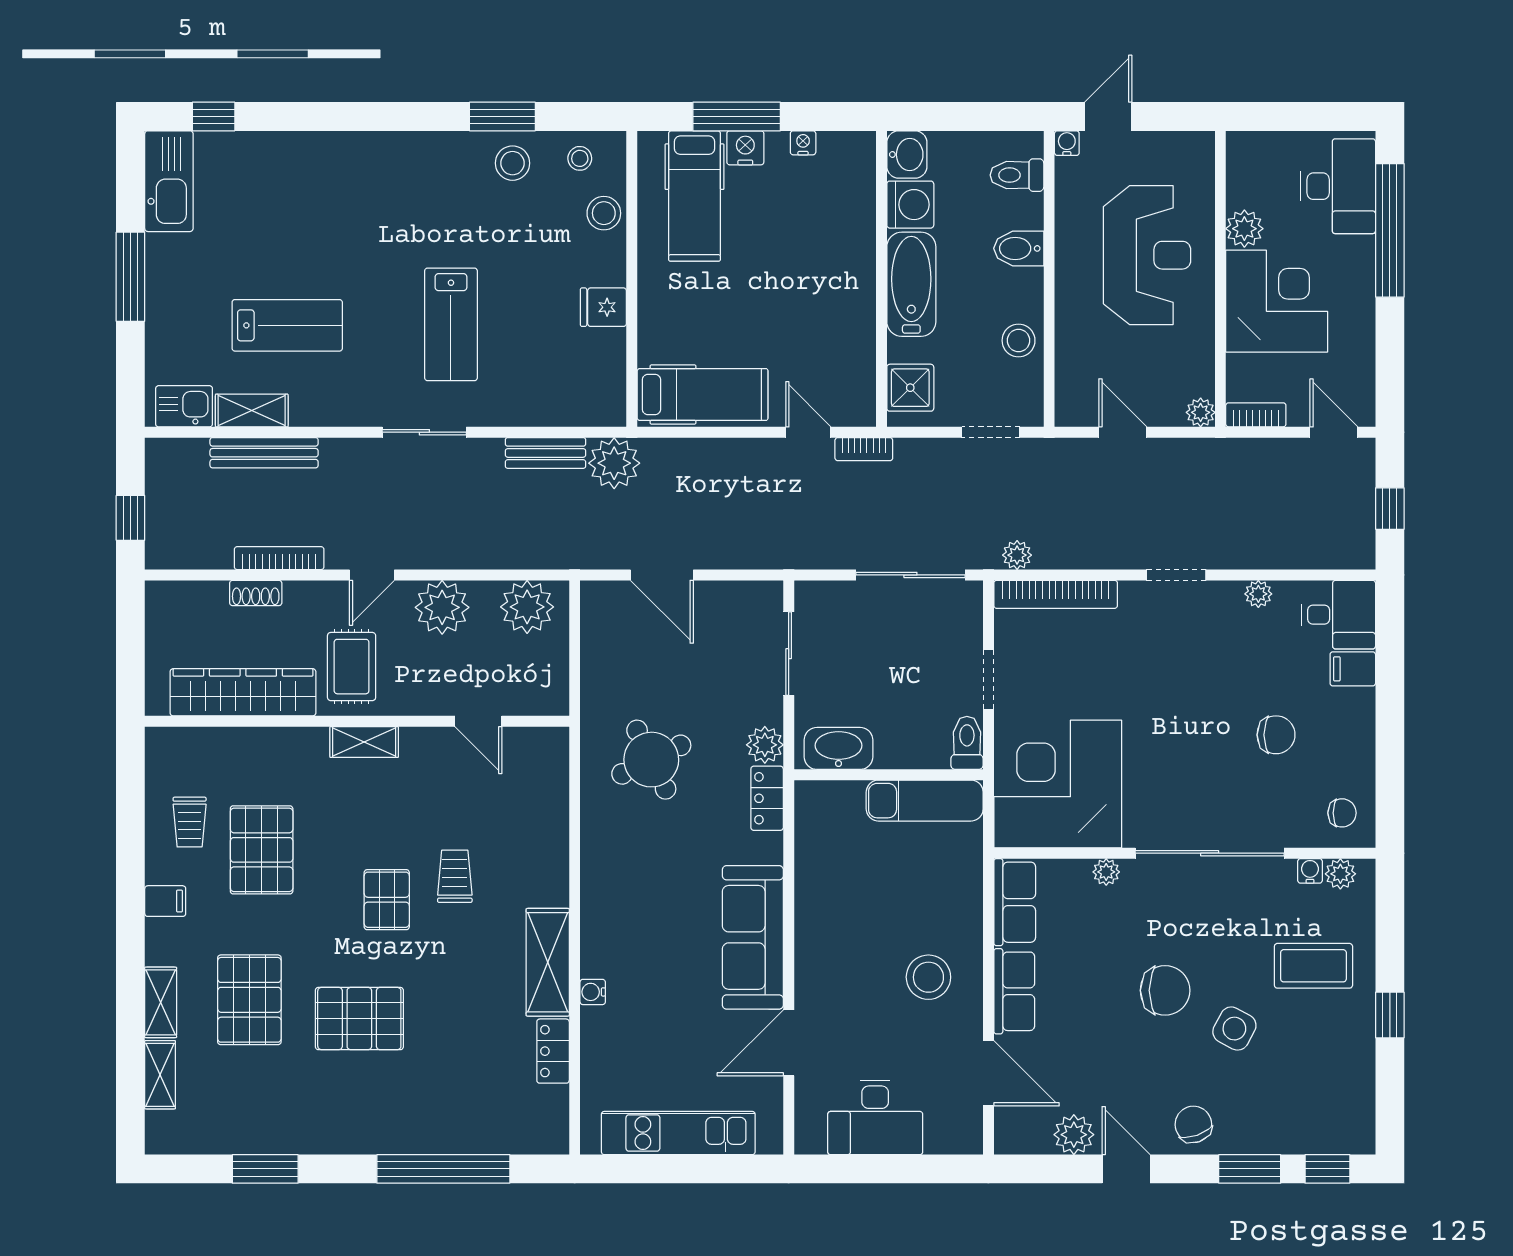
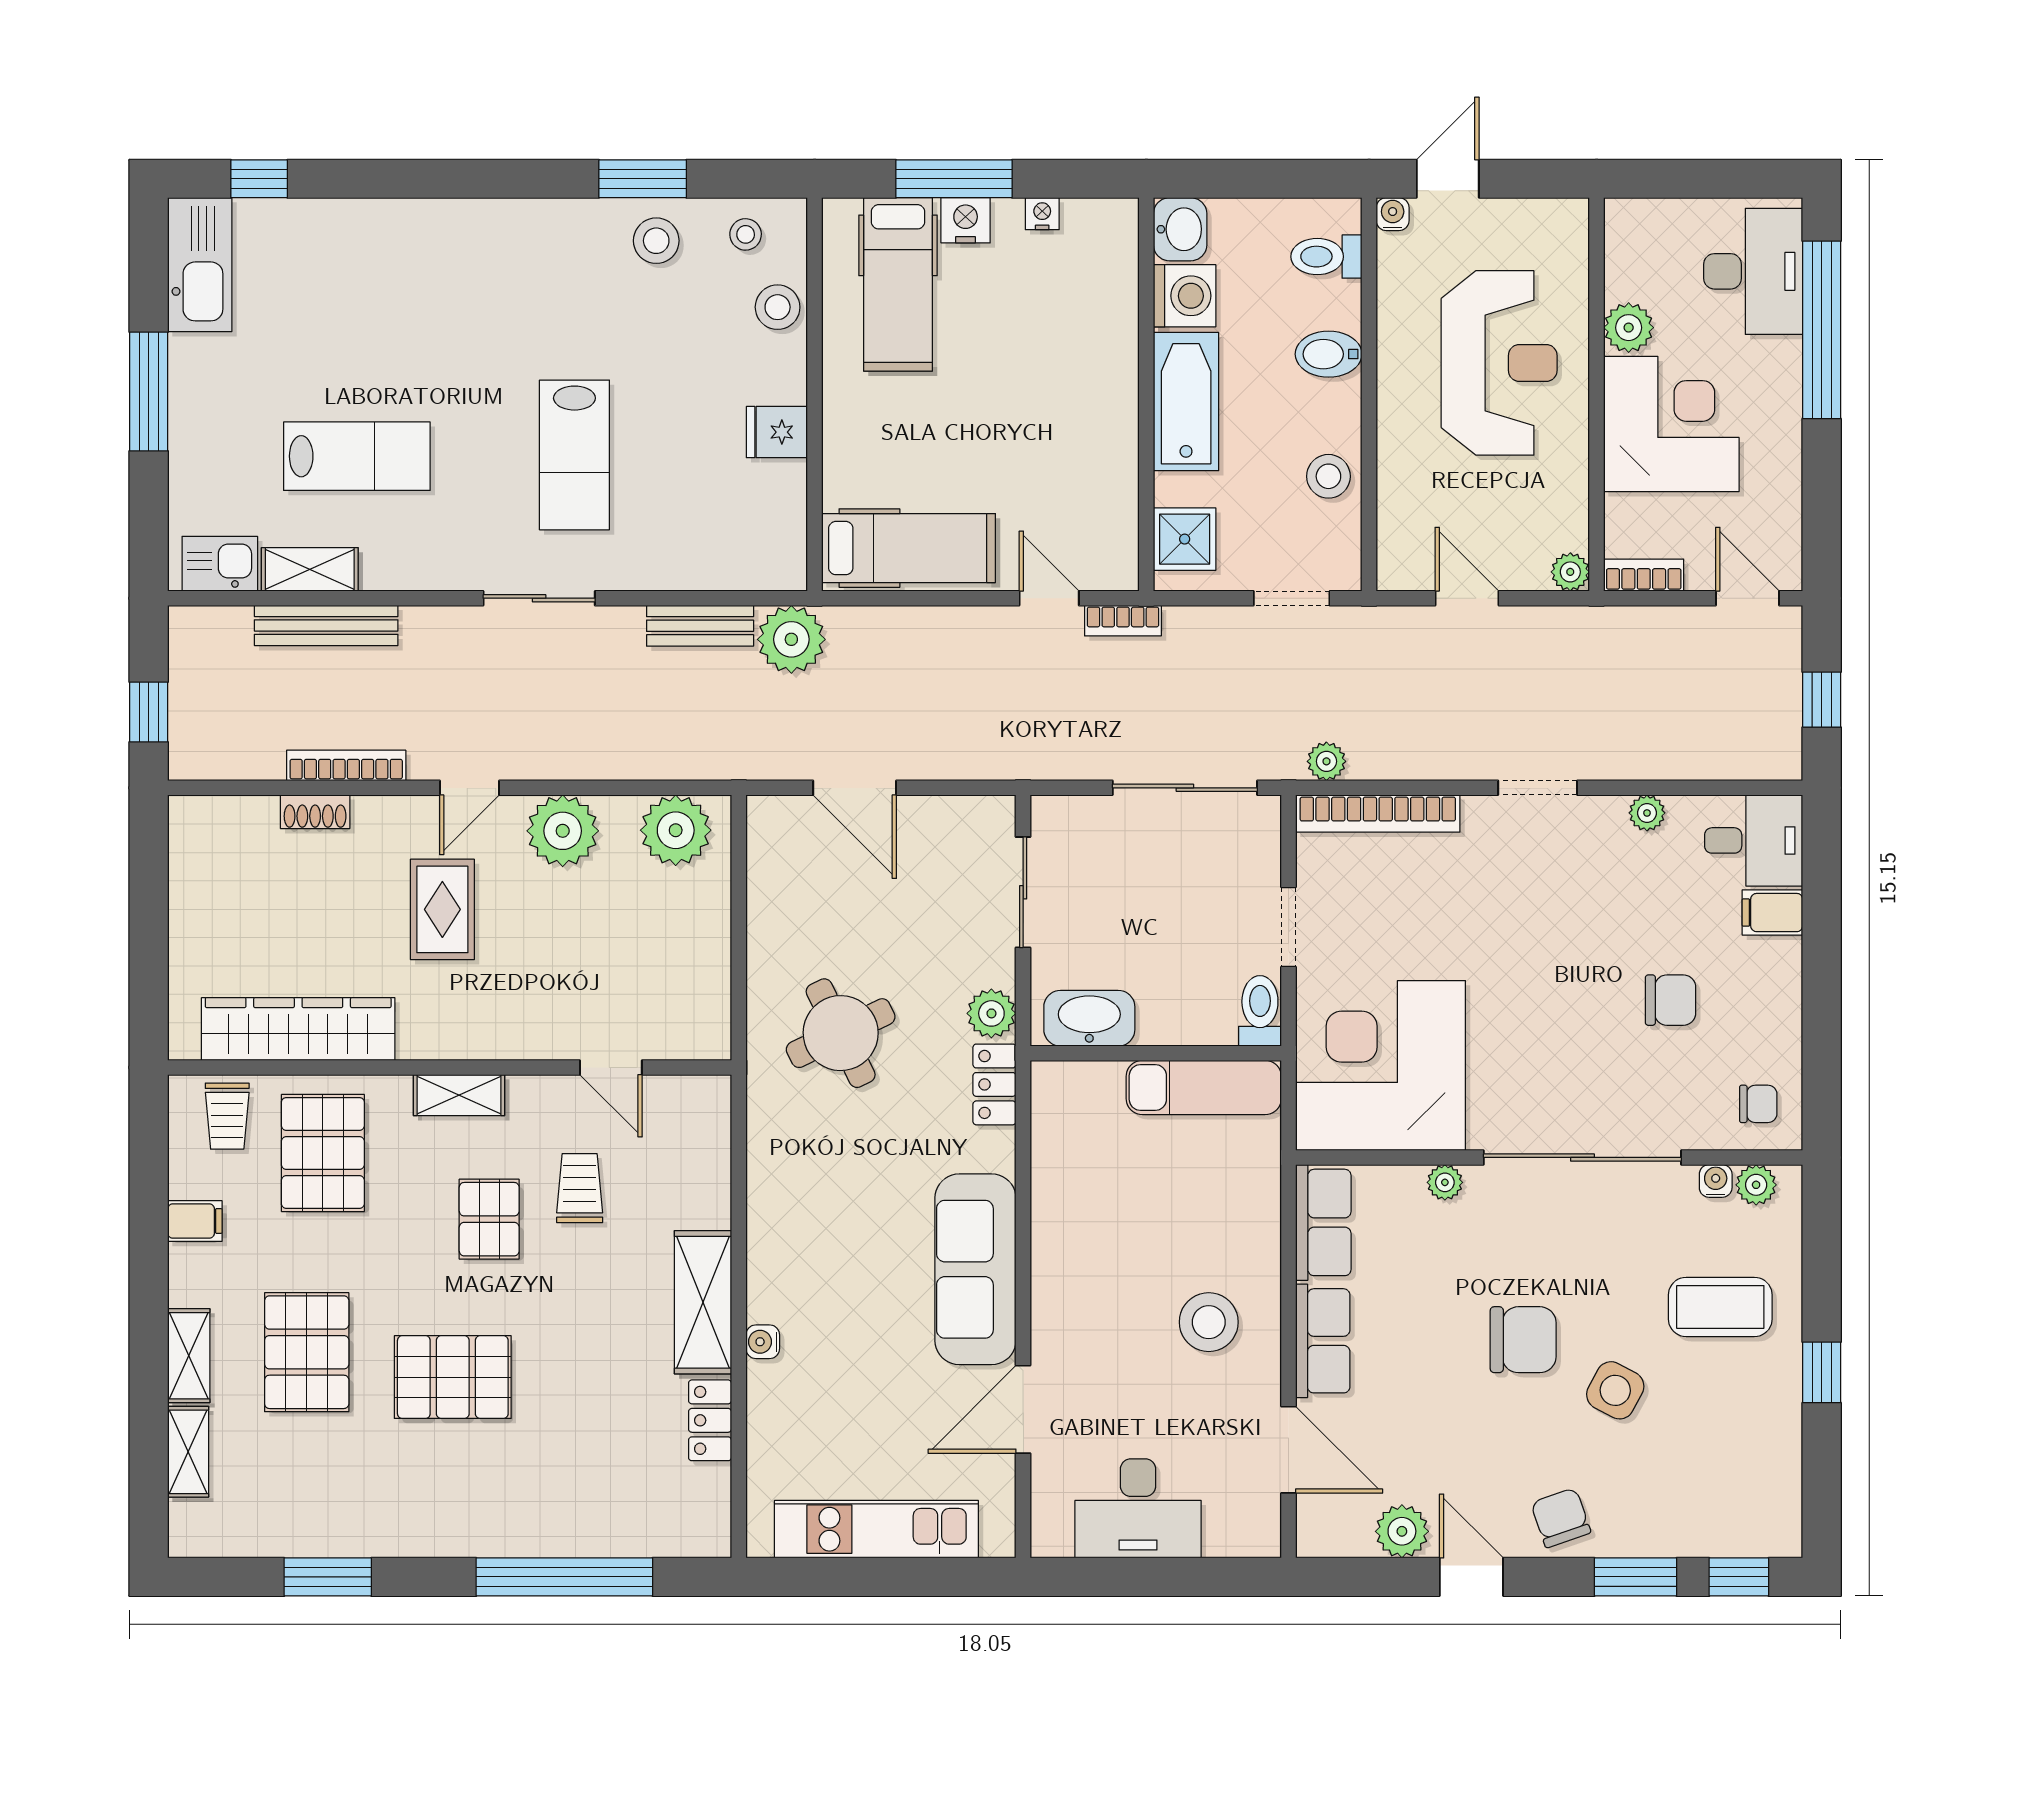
wardrobe: (243, 692) -> (298, 1029), moved
wall: (357, 721) -> (450, 1067), moved
door: (478, 721) -> (611, 1067), moved
shelving: (364, 742) -> (459, 1095), moved

